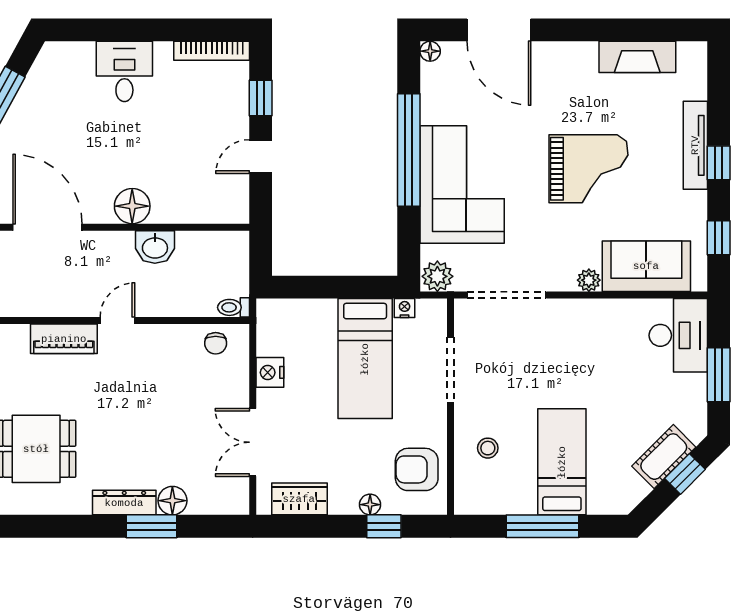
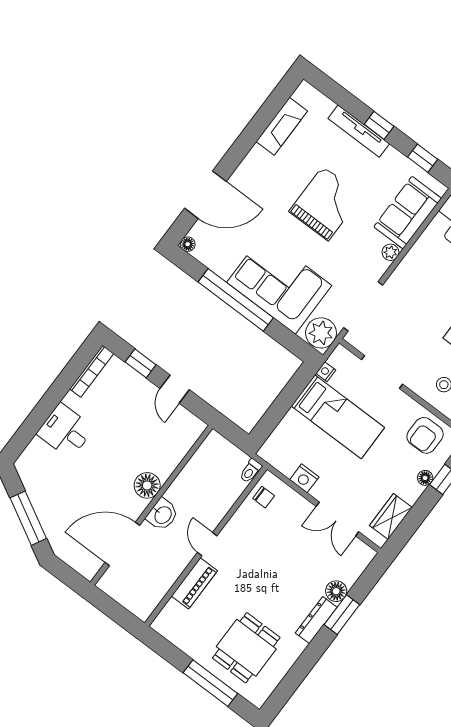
washbasin: (155, 247) -> (162, 515), moved
plant: (437, 276) -> (321, 333), width x1.36, depth x1.36

